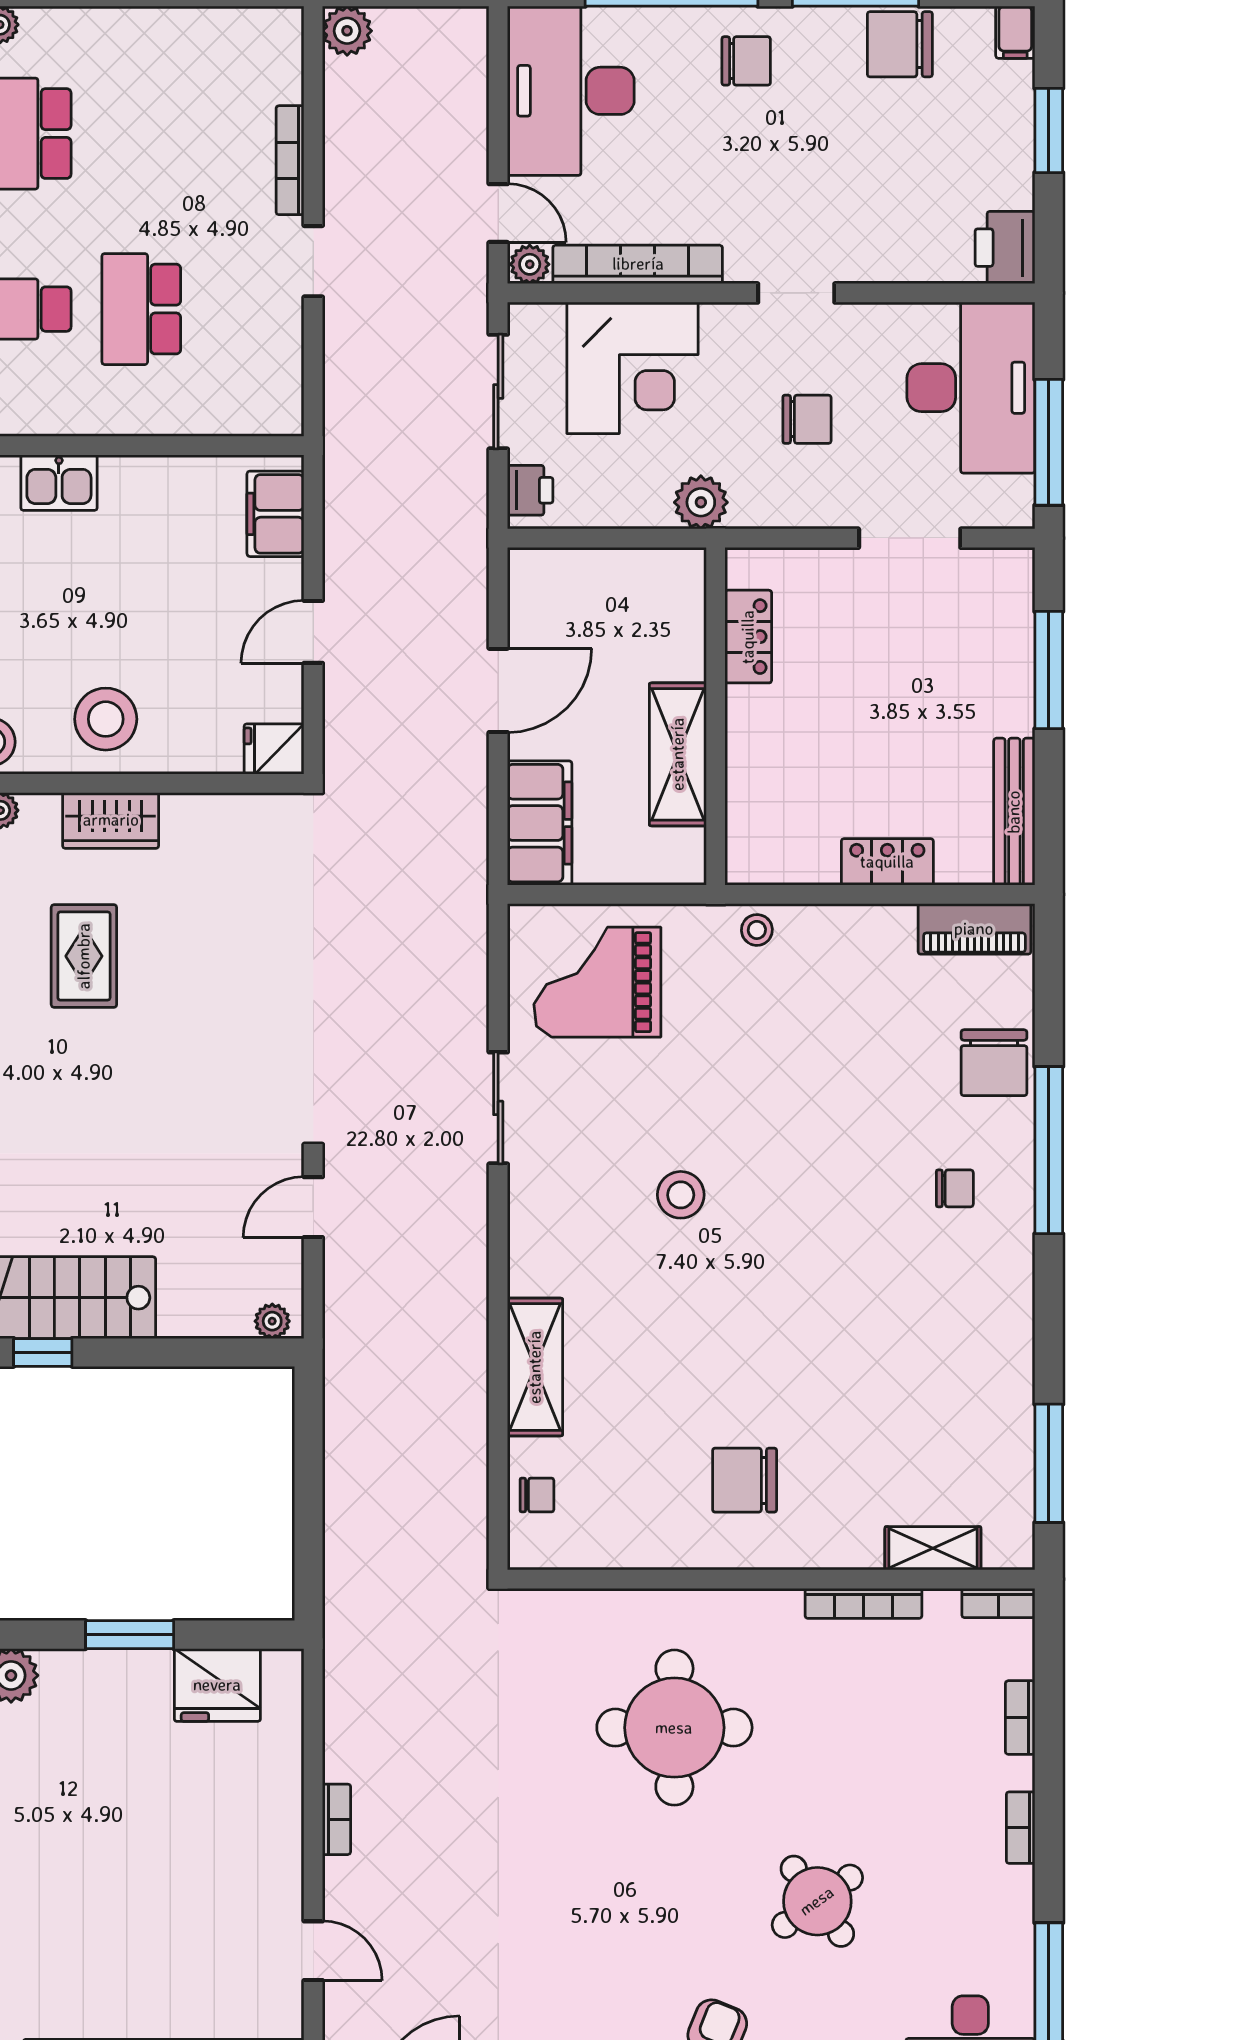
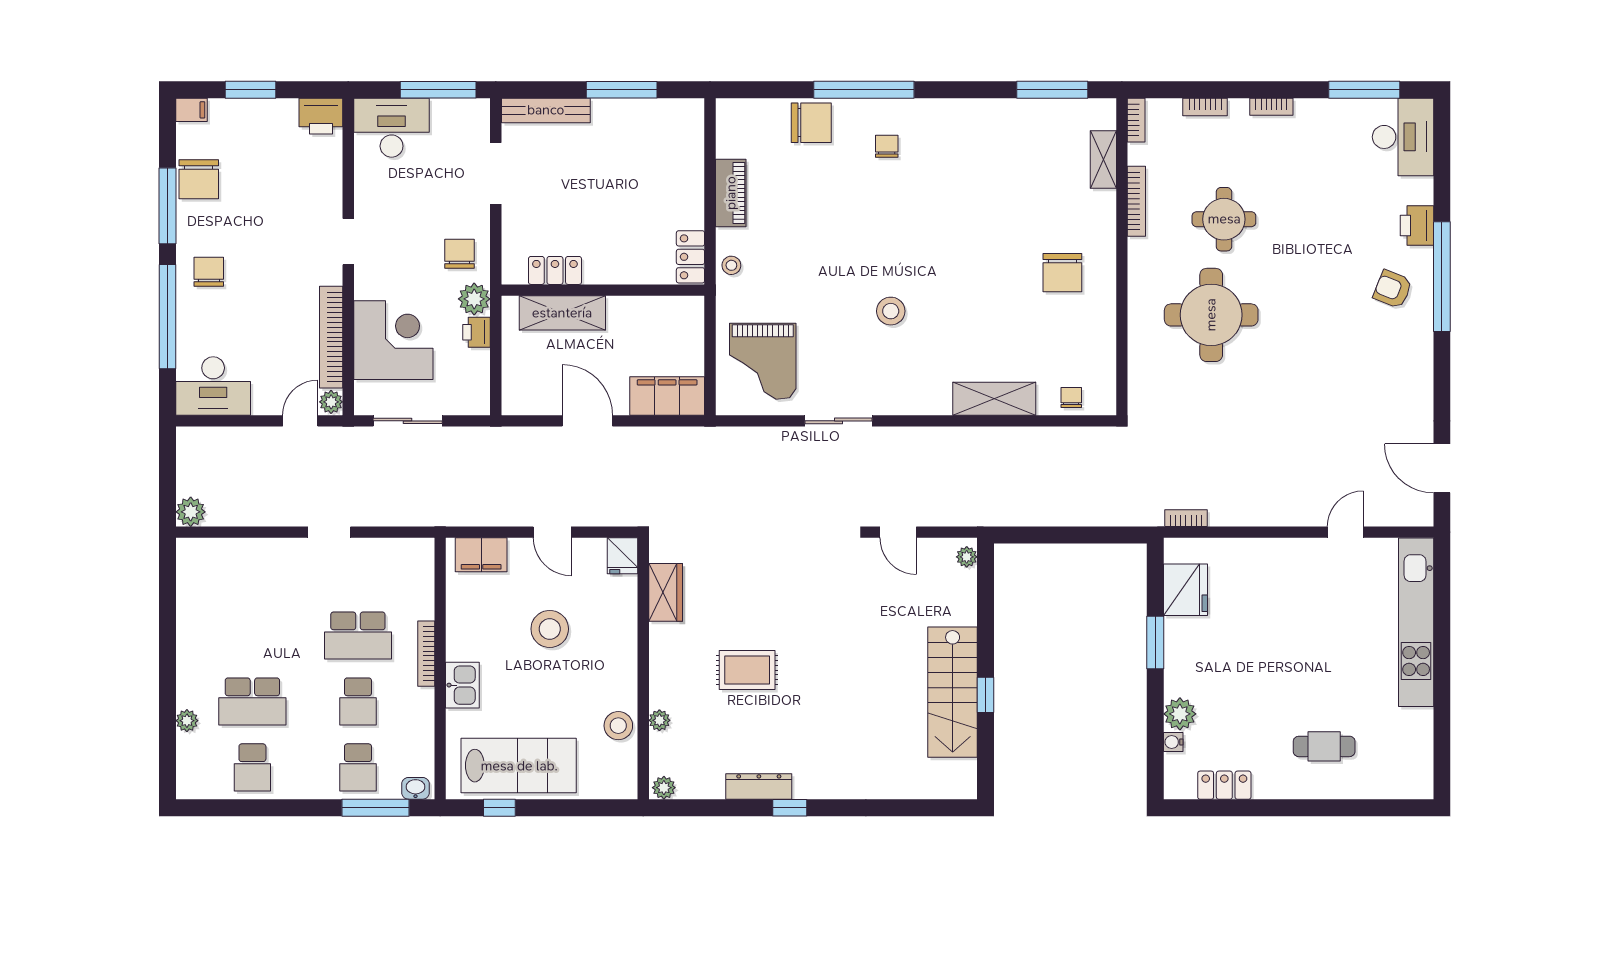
desk: (571, 91) -> (213, 386), width x0.73, depth x0.77
bookcase: (290, 160) -> (426, 654), moved, turned 90
desk: (971, 388) -> (392, 128), width x0.73, depth x0.77
chair: (807, 419) -> (460, 254), moved
printer: (530, 490) -> (477, 332), moved, turned -90
window: (1049, 670) -> (622, 90), moved
stool: (106, 719) -> (550, 629), moved
shelving: (678, 754) -> (562, 313), moved
bench: (1014, 812) -> (546, 110), moved
wardrobe: (111, 820) -> (666, 592), moved
locker: (887, 862) -> (690, 257), moved
piano: (974, 929) -> (731, 193), moved
bookcase: (336, 1819) -> (1186, 518), moved
round table: (817, 1901) -> (1224, 219), moved, turned 36

